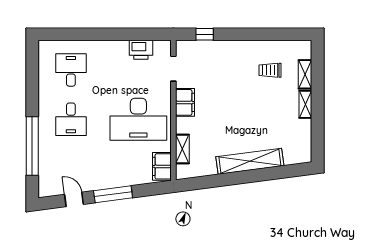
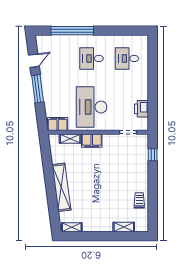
desk: (71, 70) -> (127, 58), turned 180
trolley: (270, 70) -> (139, 200), moved
filing cabinet: (185, 102) -> (92, 141), moved
shelving: (305, 104) -> (72, 227), moved

